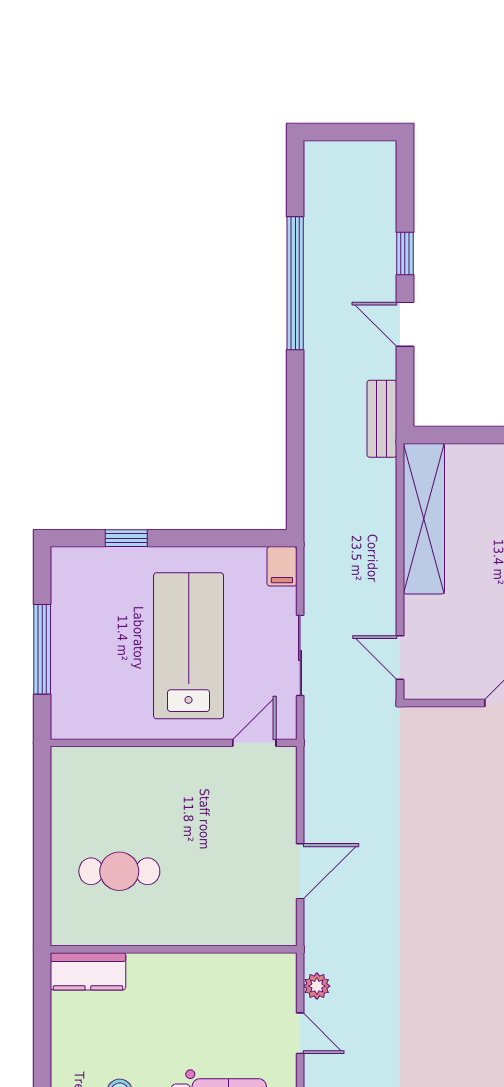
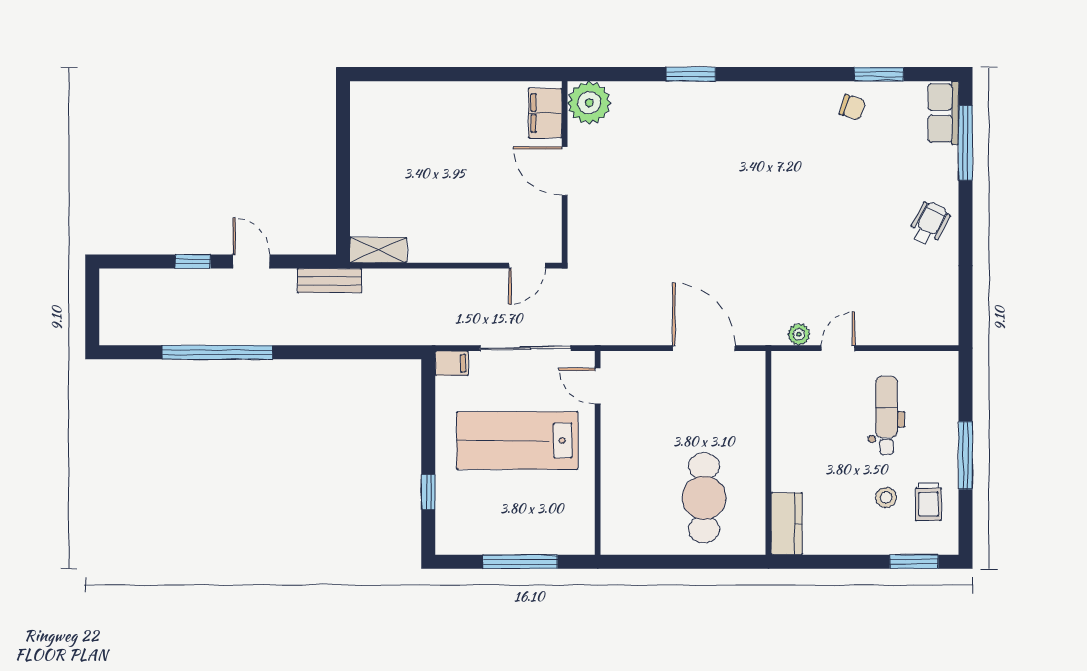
door: (405, 324) -> (251, 261), swing flipped
shelving: (424, 519) -> (378, 250), width x0.45, depth x0.75
sliding door: (300, 655) -> (525, 348), width x1.37
cafe table: (119, 871) -> (704, 498), width x1.37, depth x1.35
door: (300, 871) -> (704, 348), width x1.36

